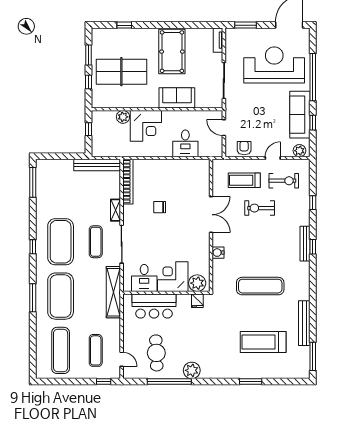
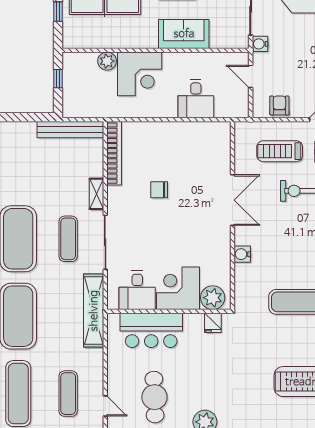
water cooler: (230, 105) -> (260, 44), added

